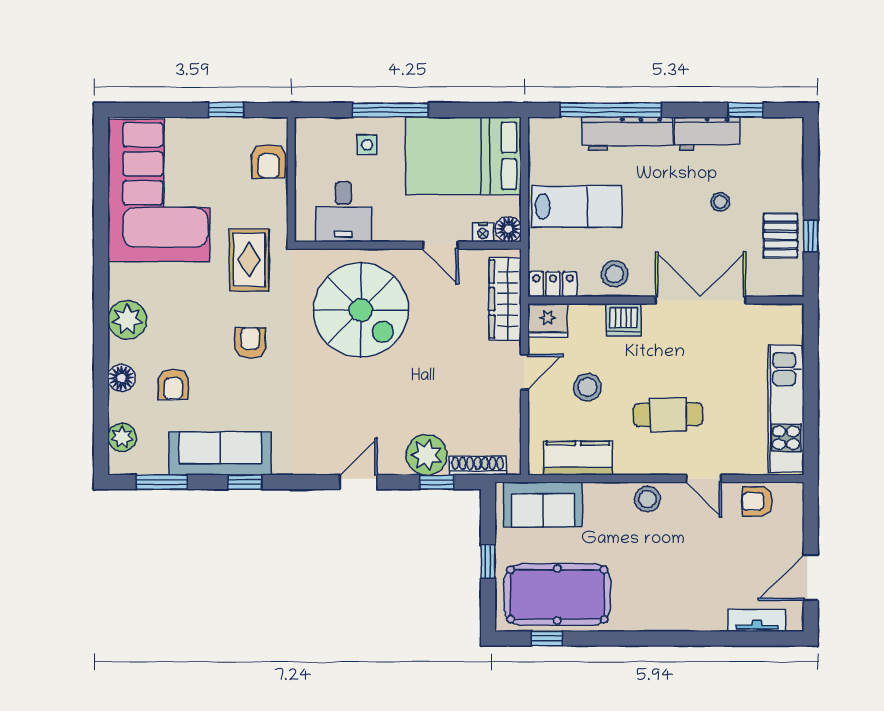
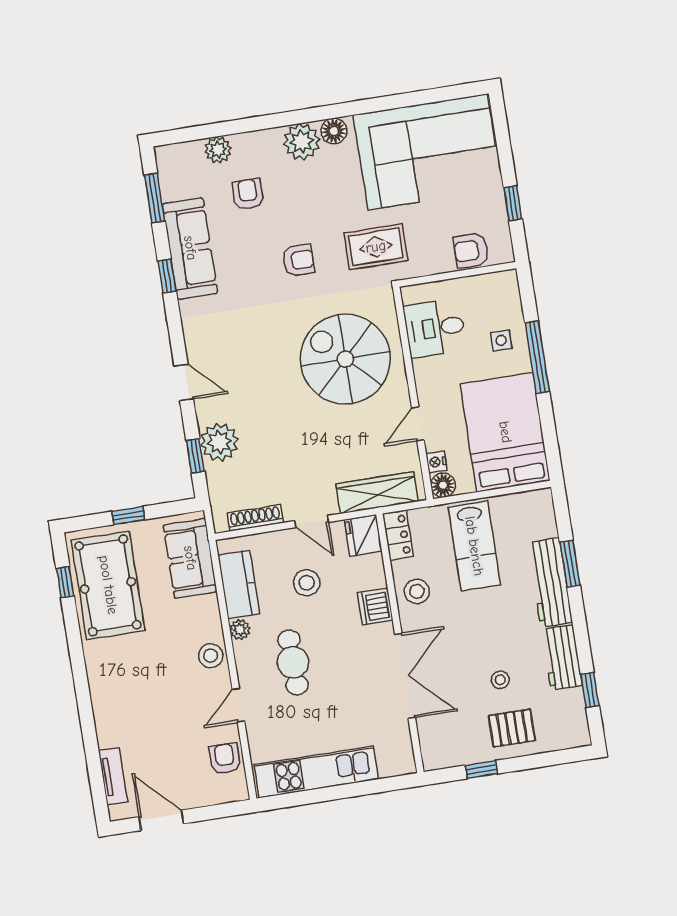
window: (611, 110) -> (570, 564), width x0.47
pallet: (781, 236) -> (512, 728), moved
spiral stairs: (361, 310) -> (345, 359), turned 90
floor lamp: (122, 378) -> (334, 131), moved
armchair: (173, 384) -> (248, 194), turned 90
plant: (122, 437) -> (218, 150), moved
plant: (625, 464) -> (240, 630), added
shoe rack: (478, 466) -> (255, 518), moved, turned -90

